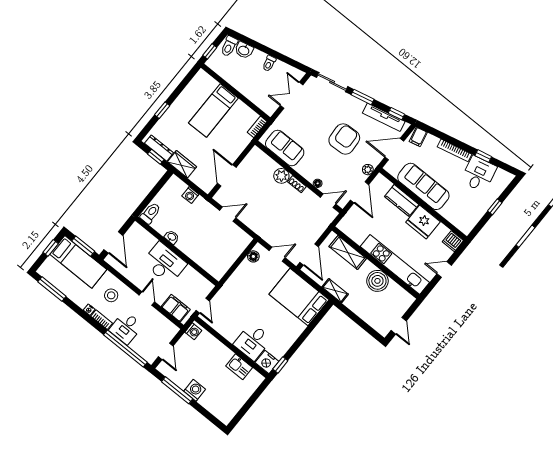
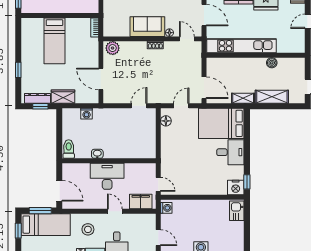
sofa: (285, 148) -> (147, 27), moved
plant: (281, 176) -> (113, 48), moved
door: (328, 201) -> (187, 39), hinge flipped
door: (228, 214) -> (139, 106), moved
shelving: (348, 253) -> (272, 97), moved
kitchen unit: (395, 265) -> (241, 46), moved
boiler: (377, 281) -> (272, 63), width x0.54, depth x0.54
desk: (253, 342) -> (230, 152), moved, turned -90
kitchen sink: (239, 367) -> (237, 211), moved, turned 90

